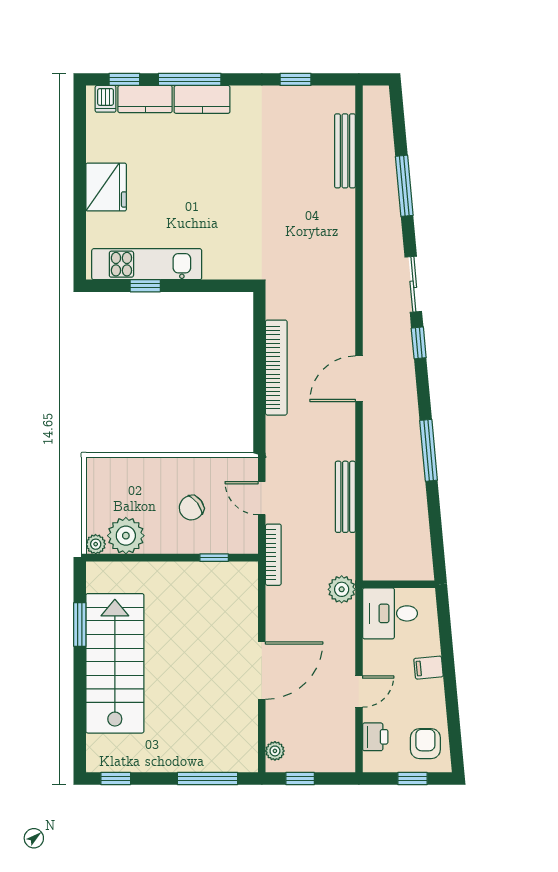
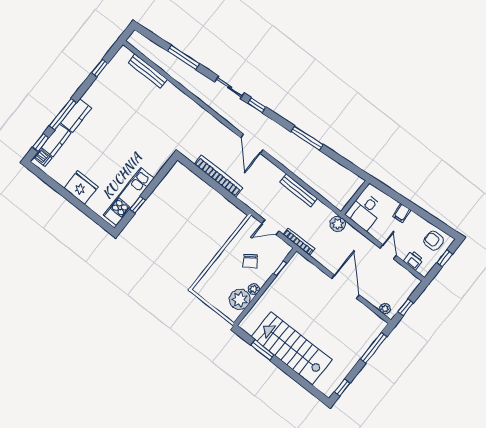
plant: (96, 544) -> (254, 289), moved

